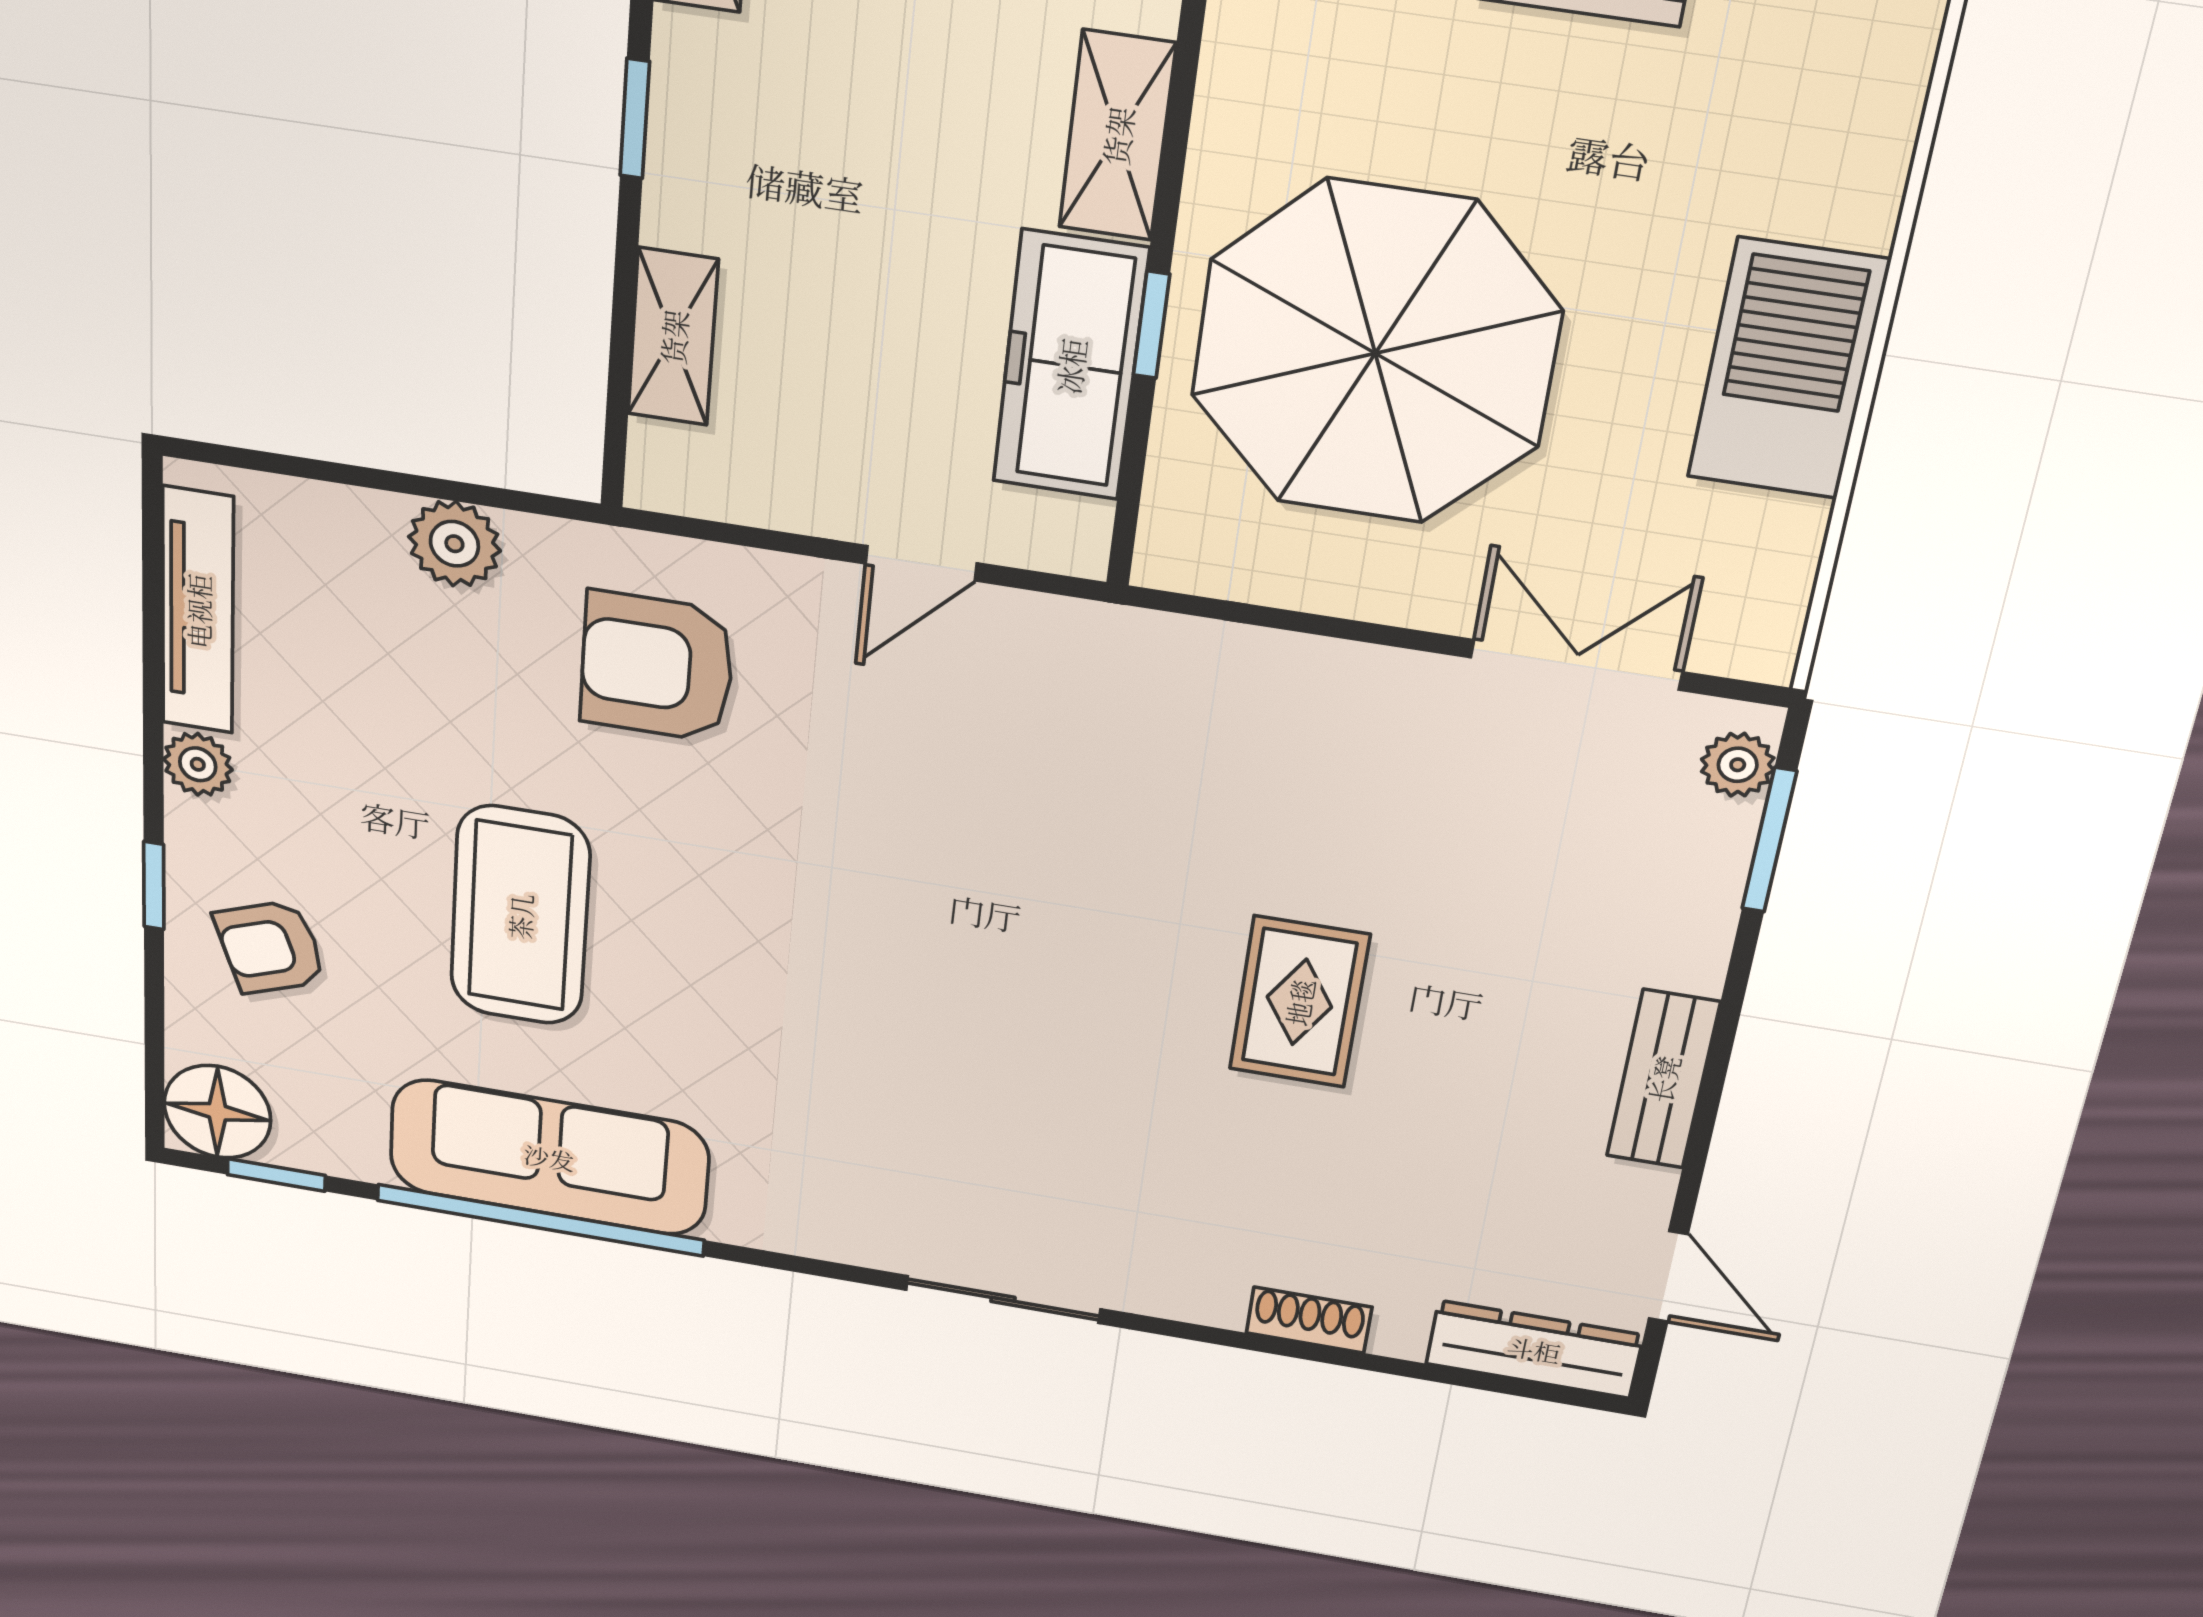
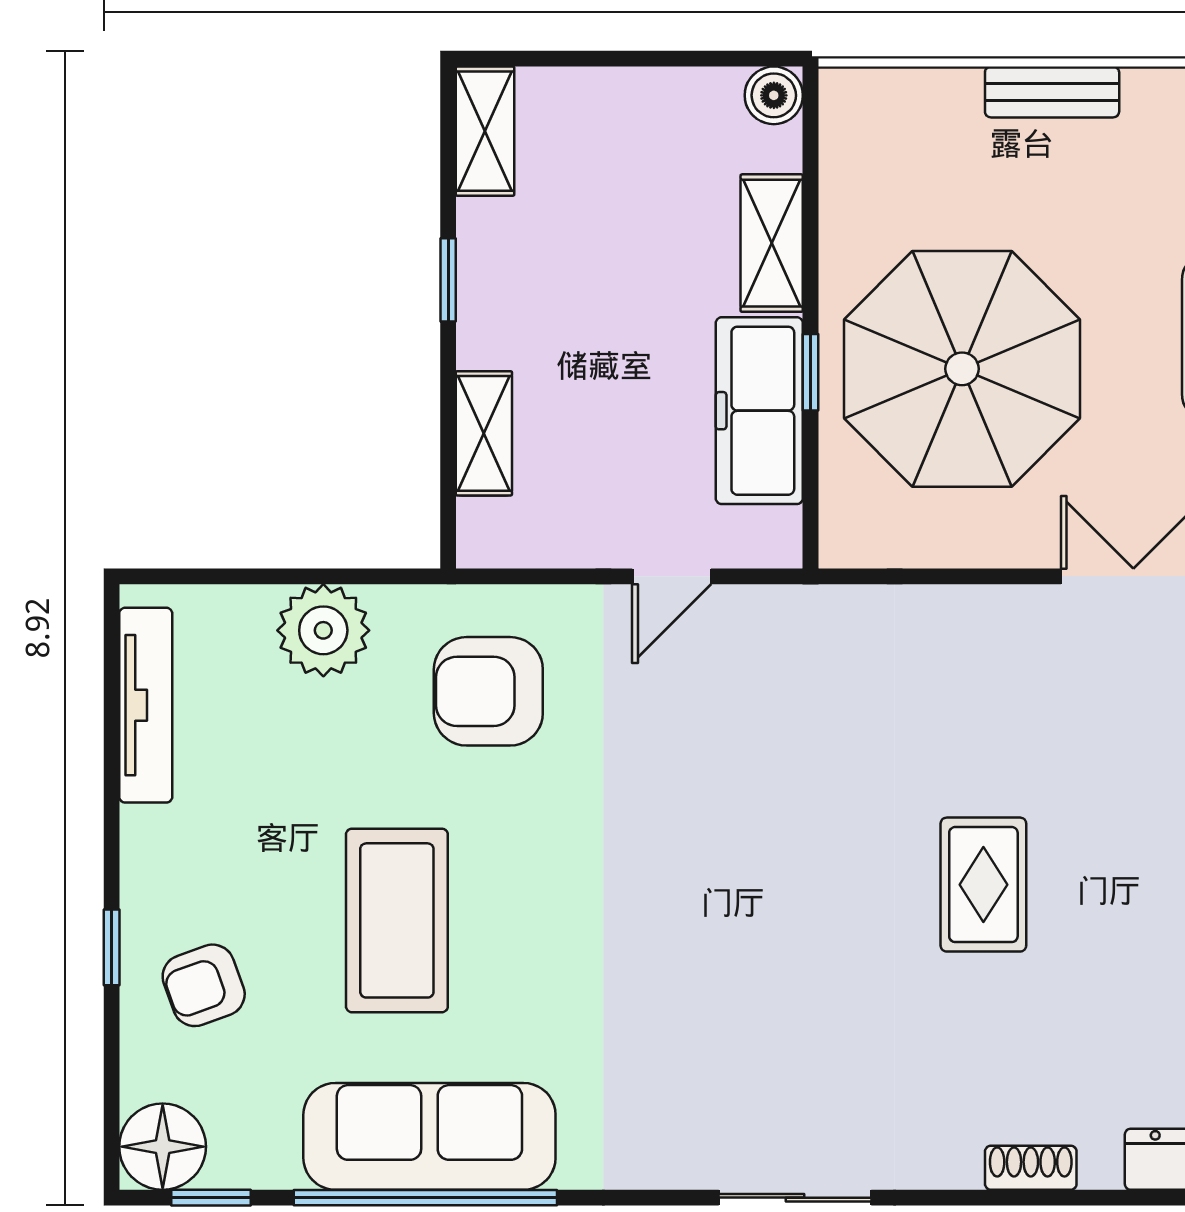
plant: (454, 544) -> (323, 630), width x1.36, depth x1.36
plant: (198, 764) -> (146, 835), removed

